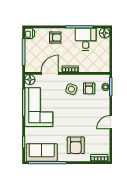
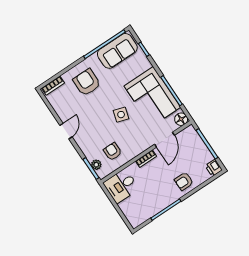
floor lamp: (104, 33) -> (135, 221), removed
desk: (86, 39) -> (121, 186), moved, turned 90
side table: (71, 89) -> (121, 115), moved

